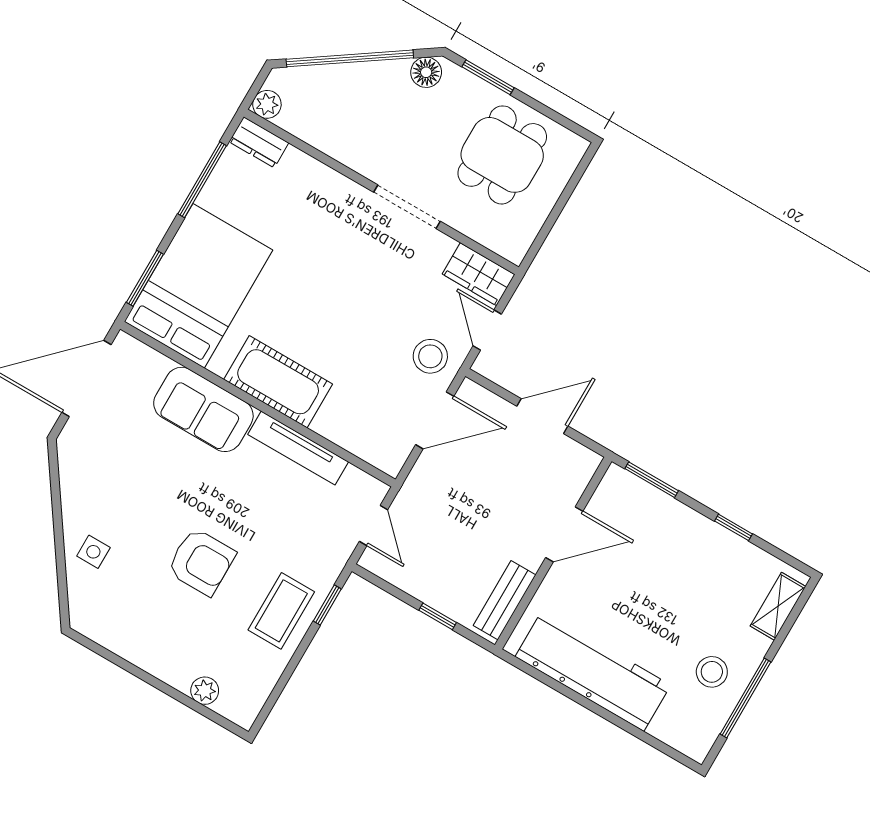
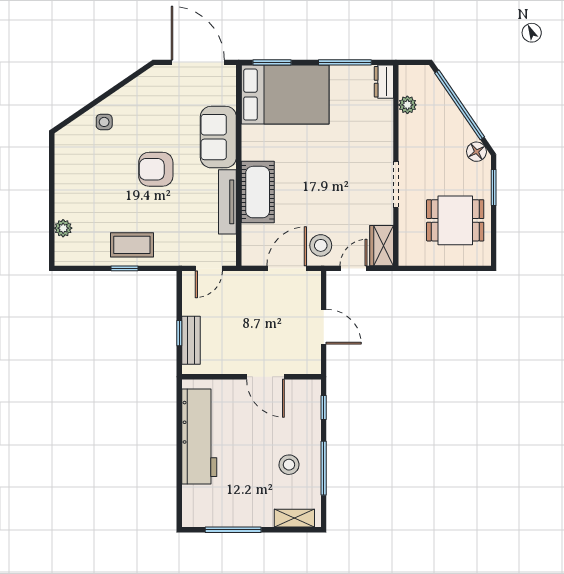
plant: (267, 104) -> (407, 105), moved
cot: (278, 382) -> (258, 192), moved
door: (435, 420) -> (287, 268), swing flipped
window: (652, 480) -> (324, 407), width x0.67
window: (734, 527) -> (324, 468), width x2.17
armchair: (201, 562) -> (156, 169), moved, turned 90
bench: (505, 600) -> (191, 340), moved, turned 90
window: (327, 605) -> (124, 268), moved
stool: (712, 672) -> (289, 465), moved

